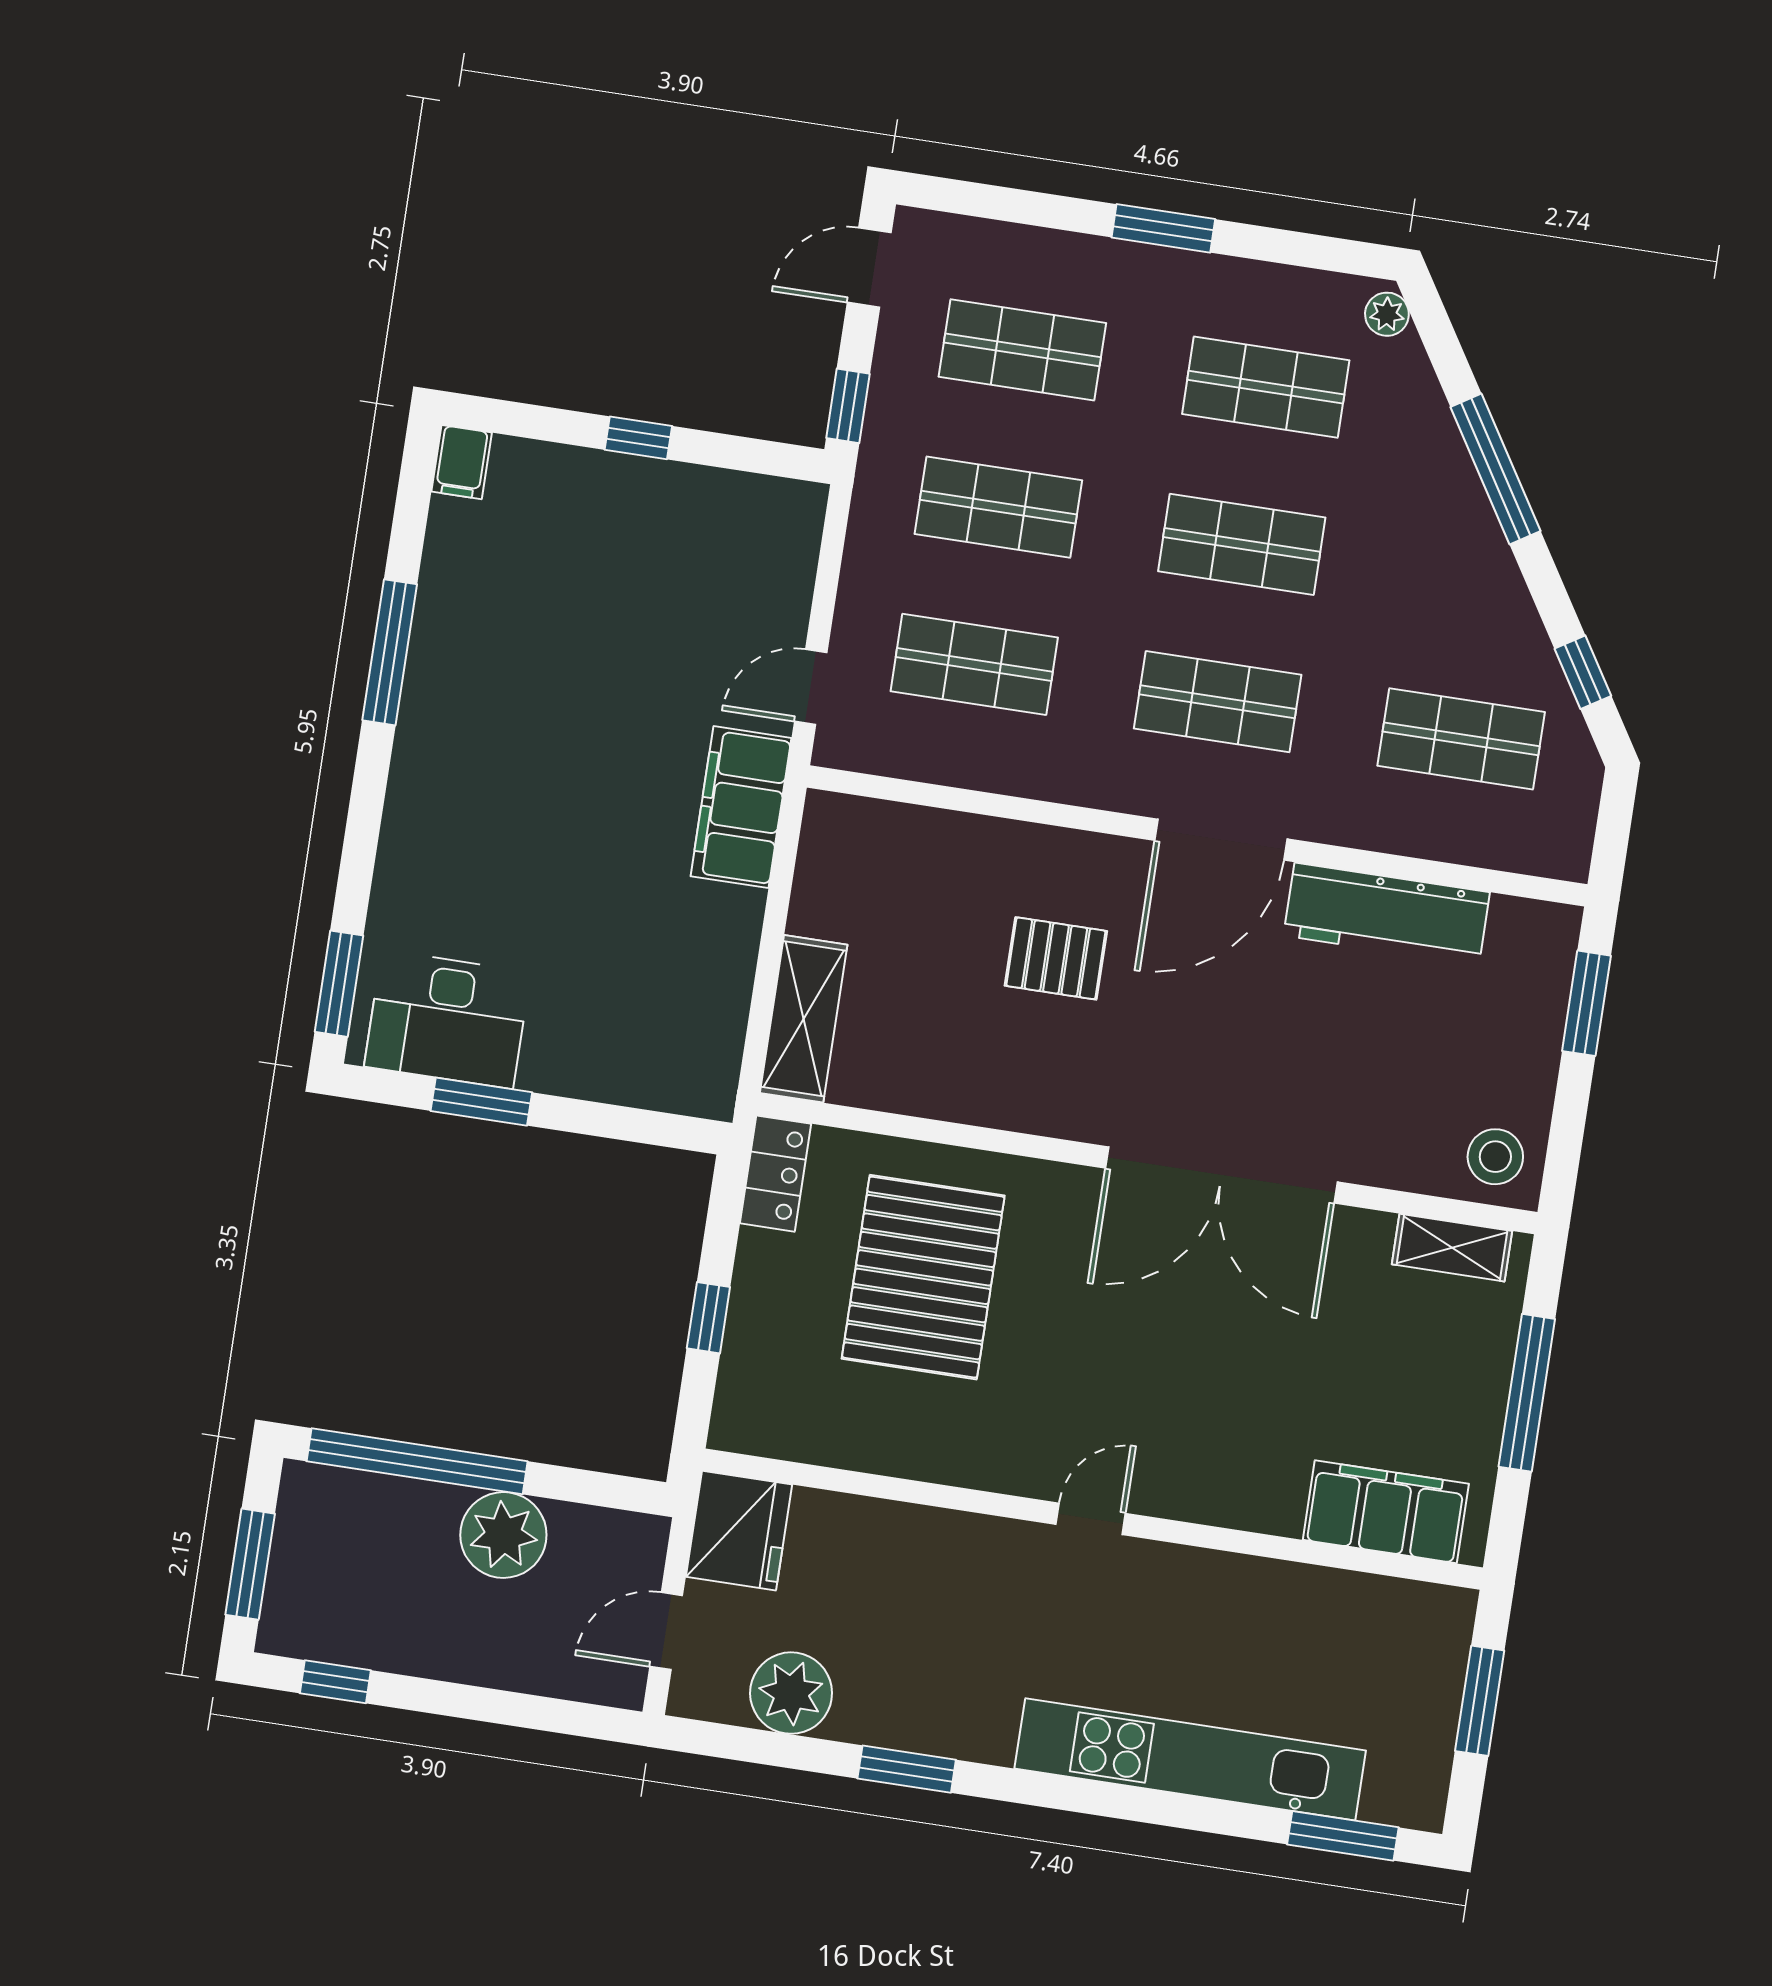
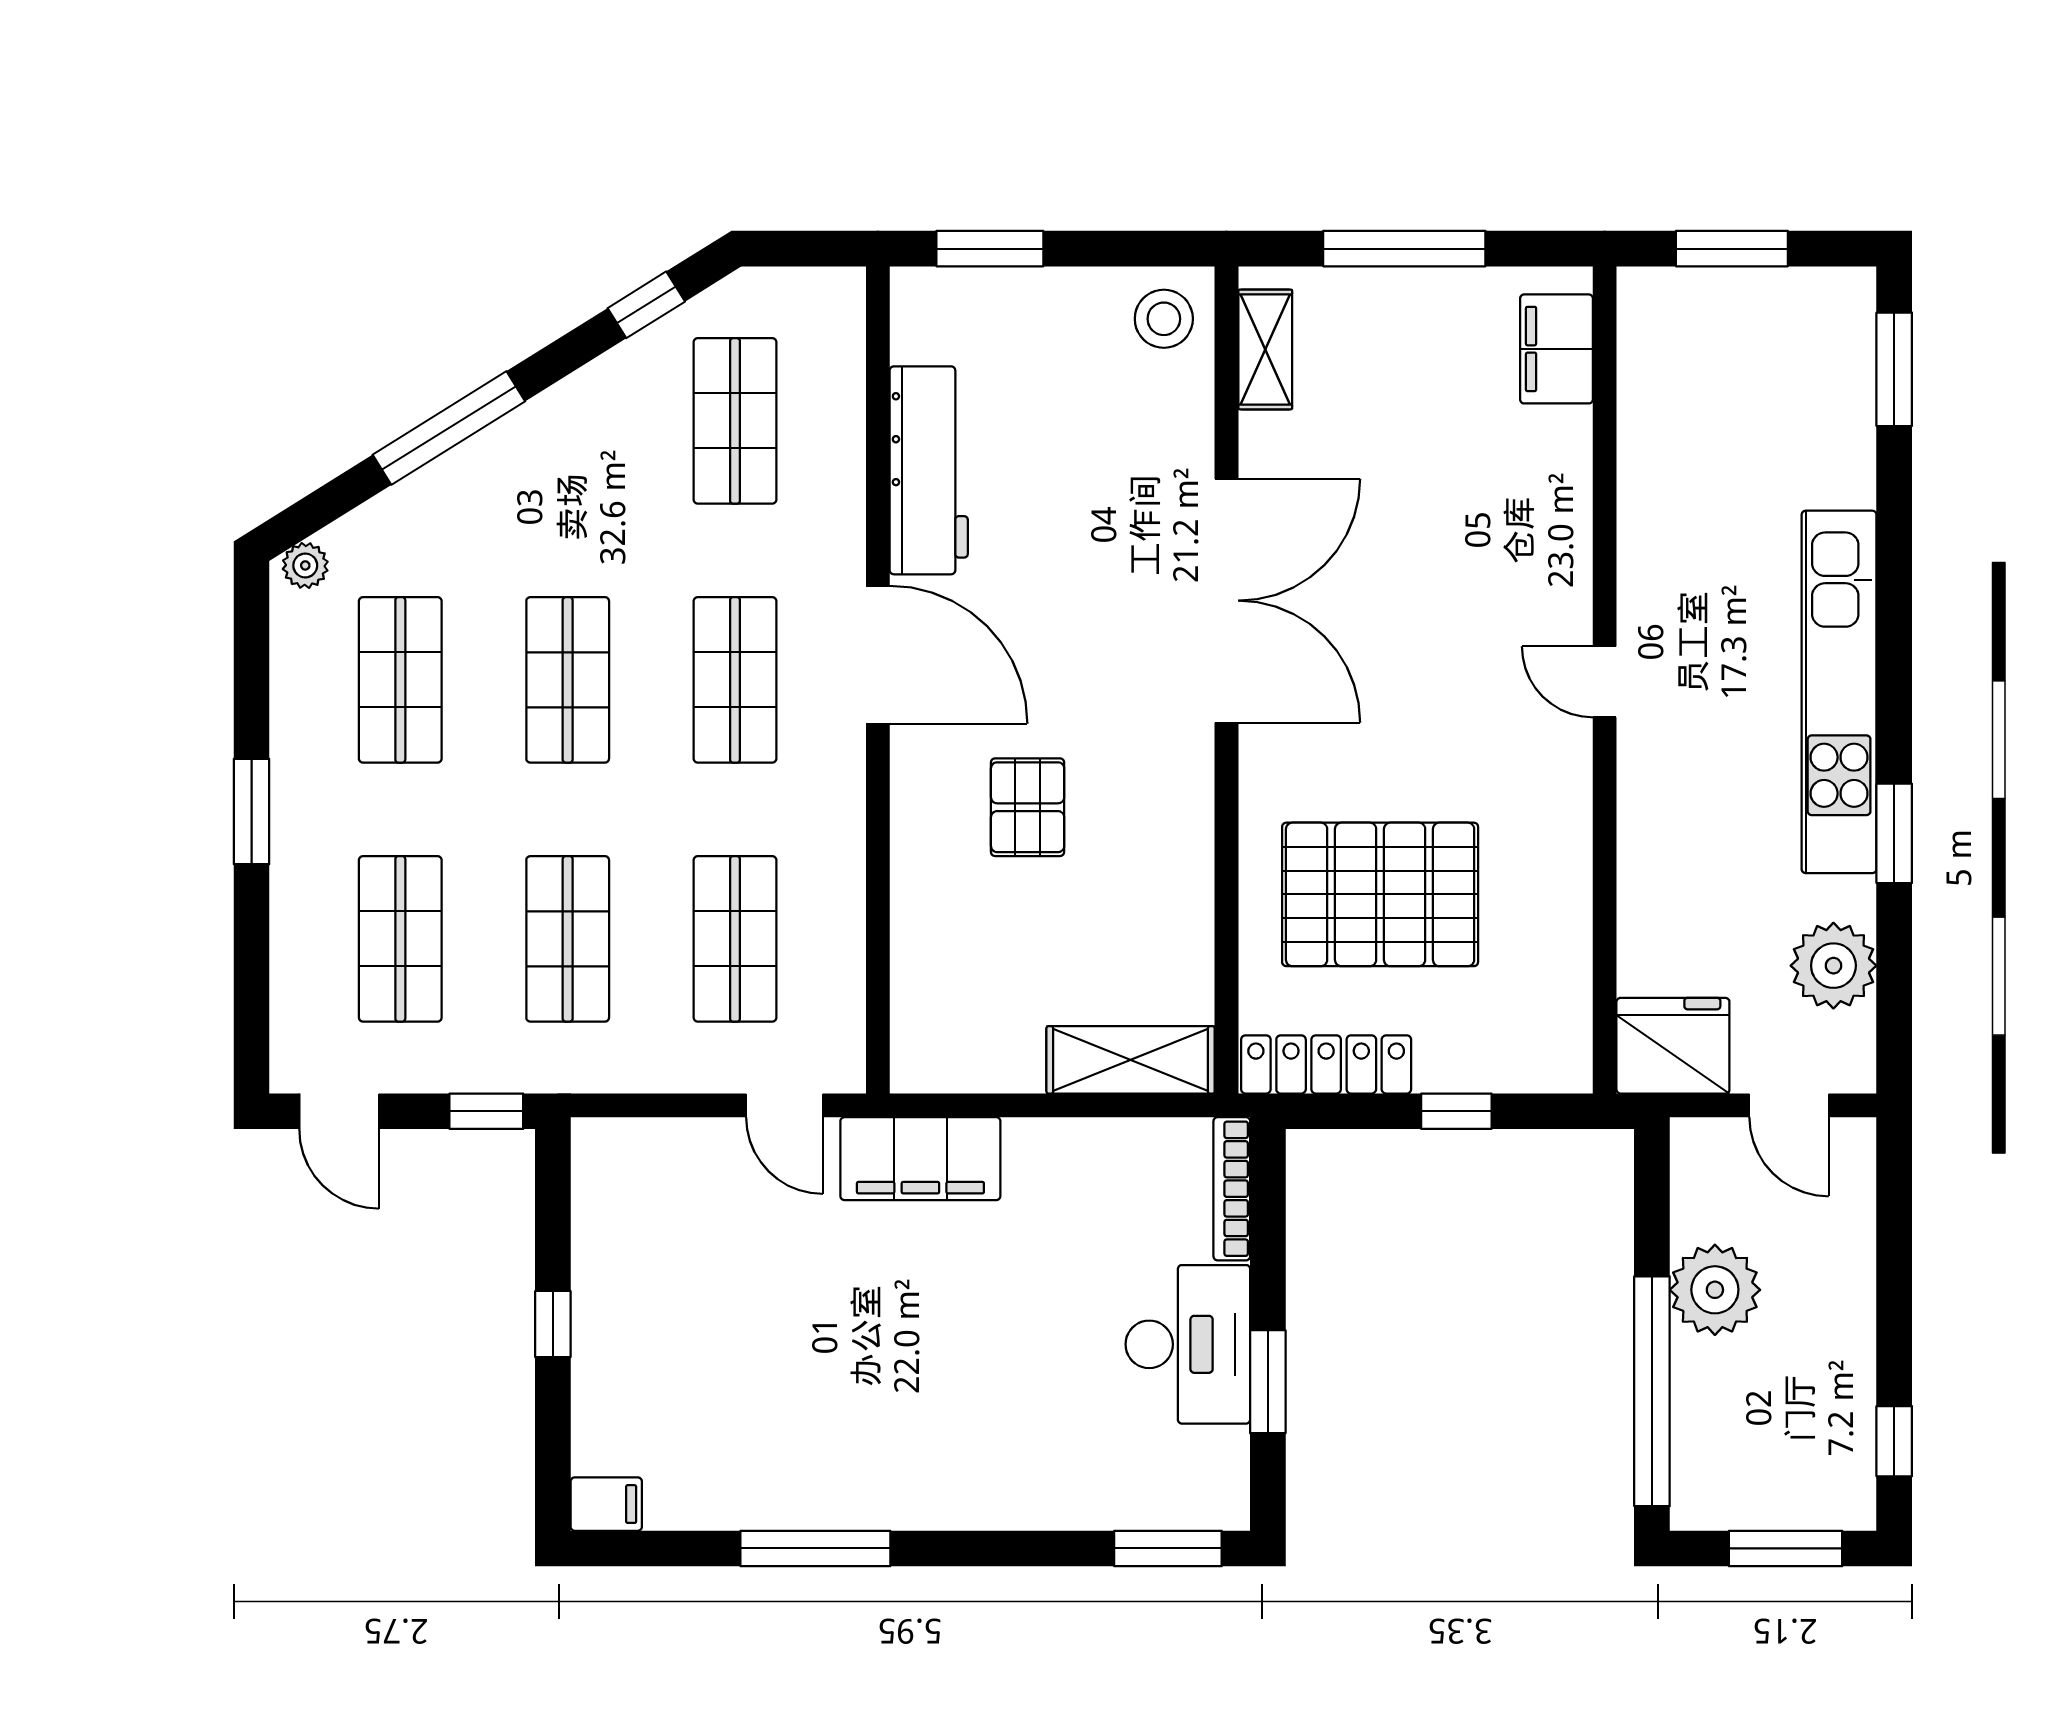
desk: (447, 1019) -> (1188, 1344), moved
bookcase: (668, 1095) -> (1232, 1189), added
locker: (776, 1174) -> (1326, 1064), width x1.53
filing cabinet: (1386, 1512) -> (1556, 349), width x0.67, depth x0.86
kitchen unit: (1190, 1759) -> (1839, 692), moved

